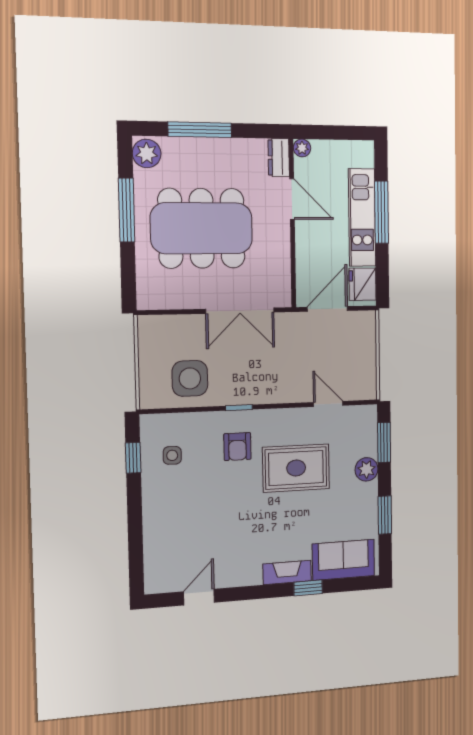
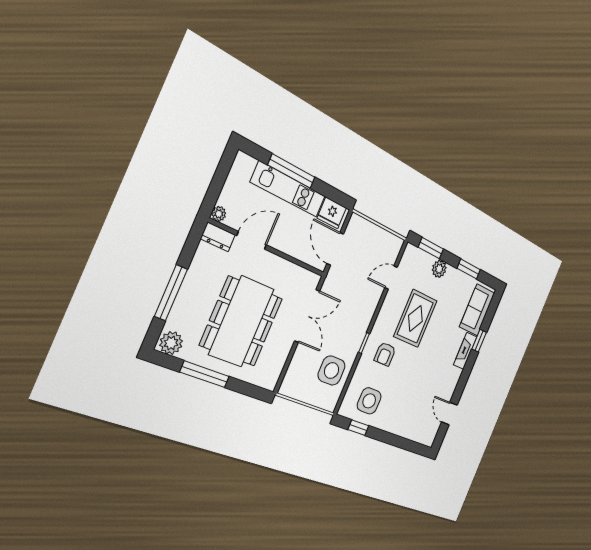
armchair: (237, 447) -> (385, 354), turned 90
side table: (172, 455) -> (369, 401), width x1.87, depth x1.87

